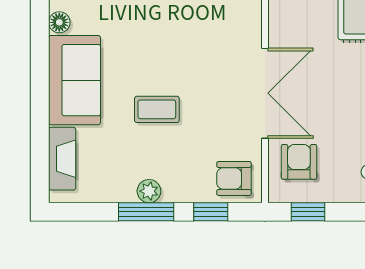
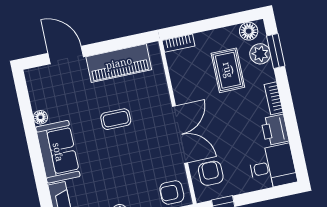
coffee table: (157, 109) -> (116, 119), moved

